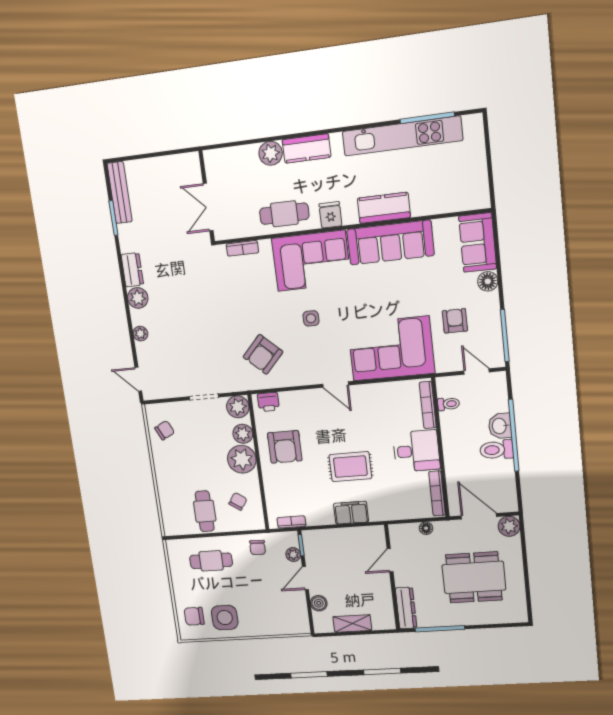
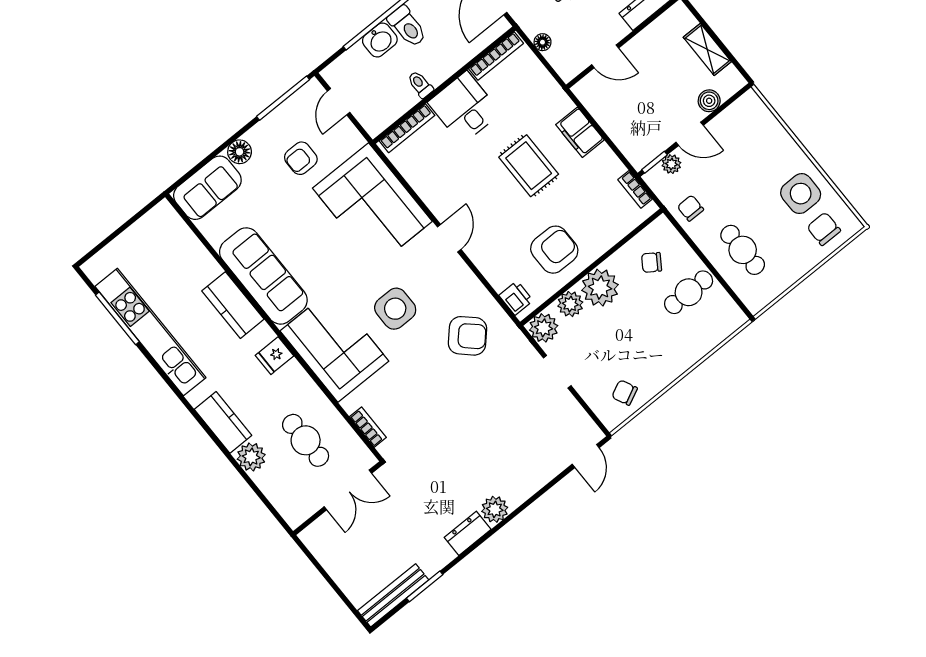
cafe table: (284, 214) -> (306, 440), moved
side table: (311, 318) -> (395, 309), width x1.87, depth x1.87
plant: (140, 334) -> (532, 484), removed
toilet: (449, 404) -> (420, 84), moved
chair: (258, 547) -> (690, 208), turned -92
chair: (194, 616) -> (824, 229), turned 180

